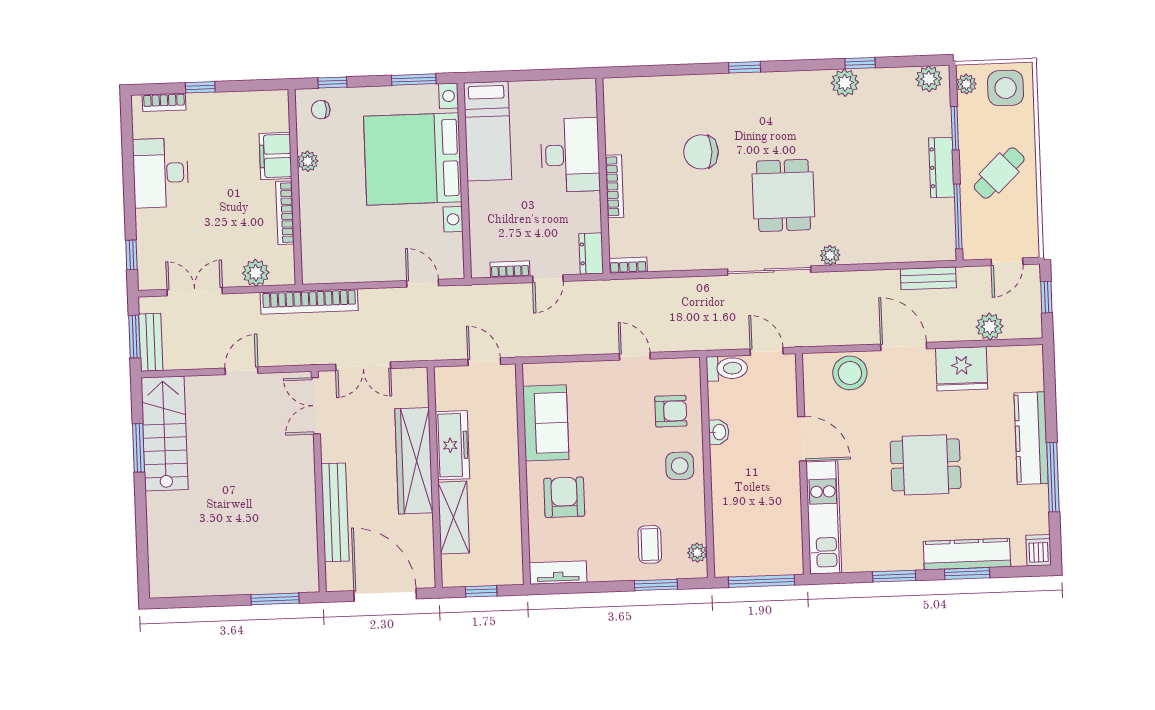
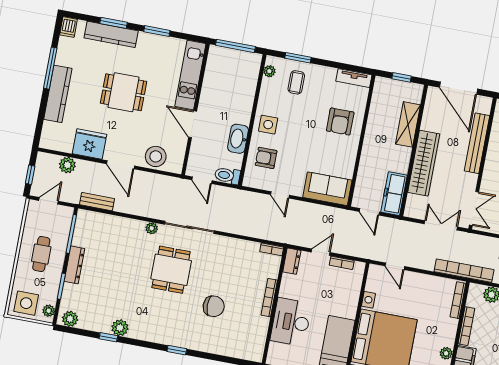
cafe table: (999, 173) -> (41, 254), turned -46
bookcase: (308, 252) -> (458, 300), added
sofa: (546, 423) -> (327, 189), moved, turned 90
washbasin: (719, 432) -> (238, 139), width x1.91, depth x1.45
freezer: (452, 445) -> (394, 194), moved

